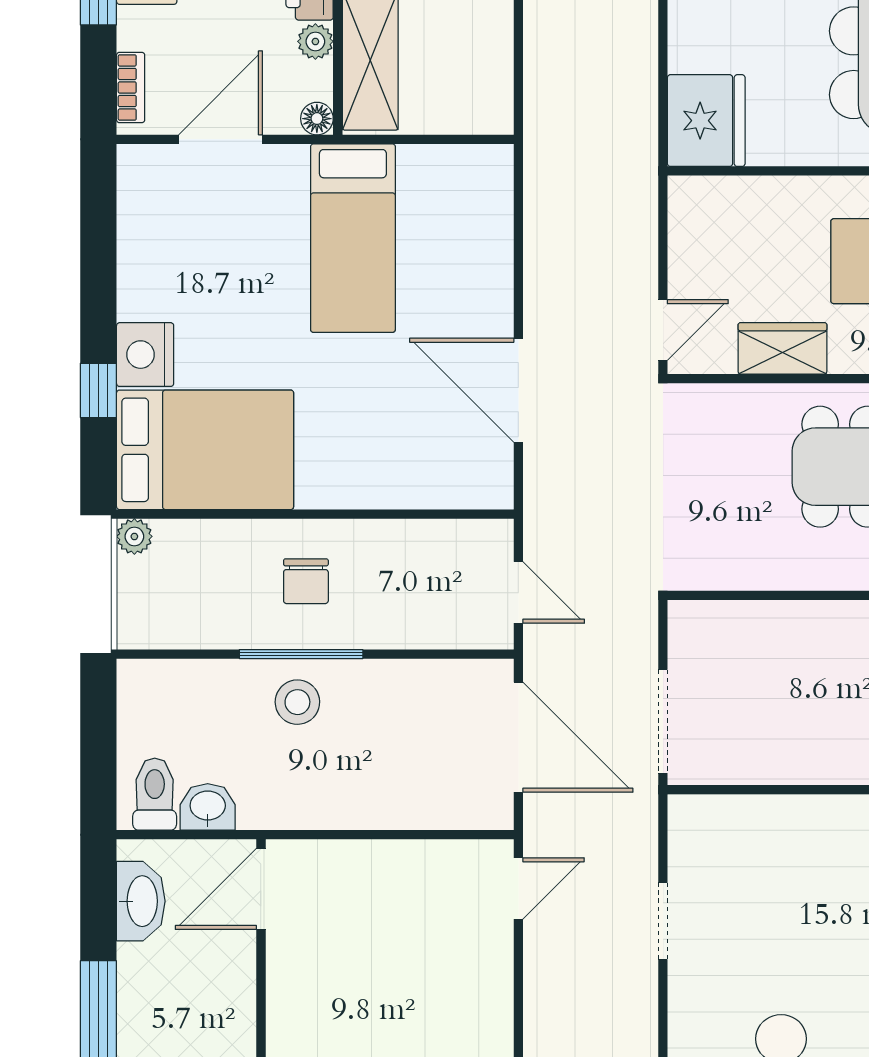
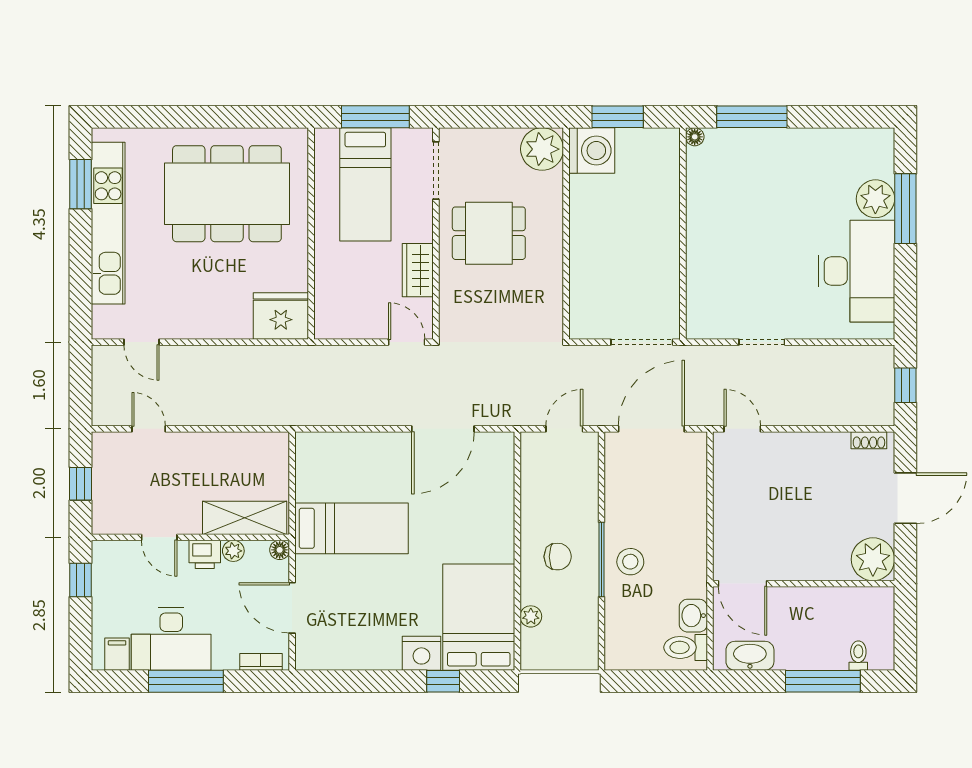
plant: (134, 536) -> (531, 616), moved

